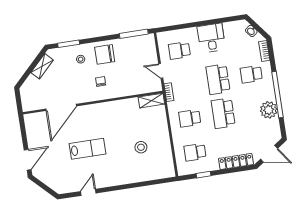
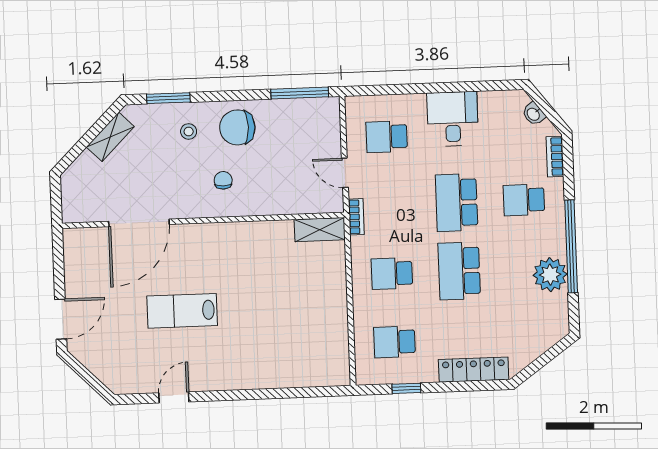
stool: (141, 147) -> (288, 320), removed
lab bench: (88, 149) -> (182, 311), turned 180
door: (269, 154) -> (541, 362), removed

